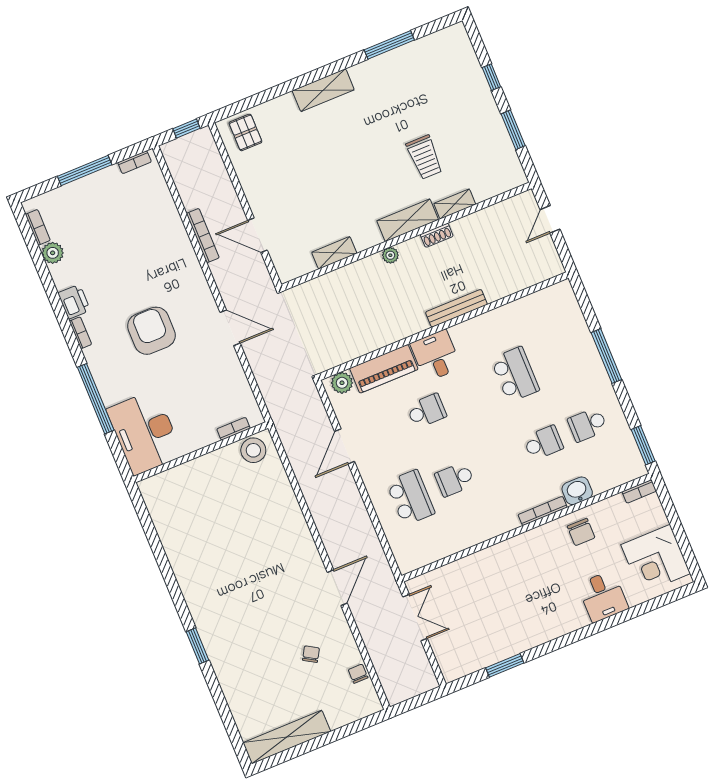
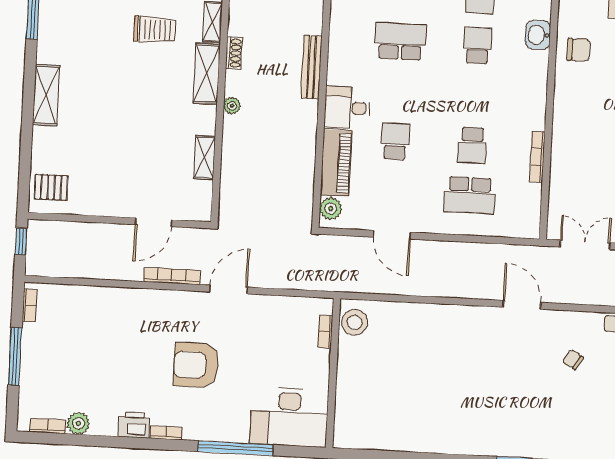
bookcase: (203, 236) -> (172, 276), moved
school desk: (410, 498) -> (470, 195), turned 180
bookcase: (543, 511) -> (537, 157), moved

